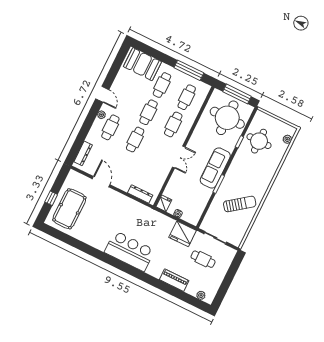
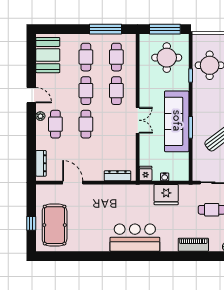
booth: (142, 64) -> (48, 55), moved, turned 90
round table: (227, 118) -> (167, 58), width x0.73, depth x0.73
sofa: (215, 168) -> (177, 121), width x1.36, depth x1.27
fridge: (183, 234) -> (166, 195), moved

